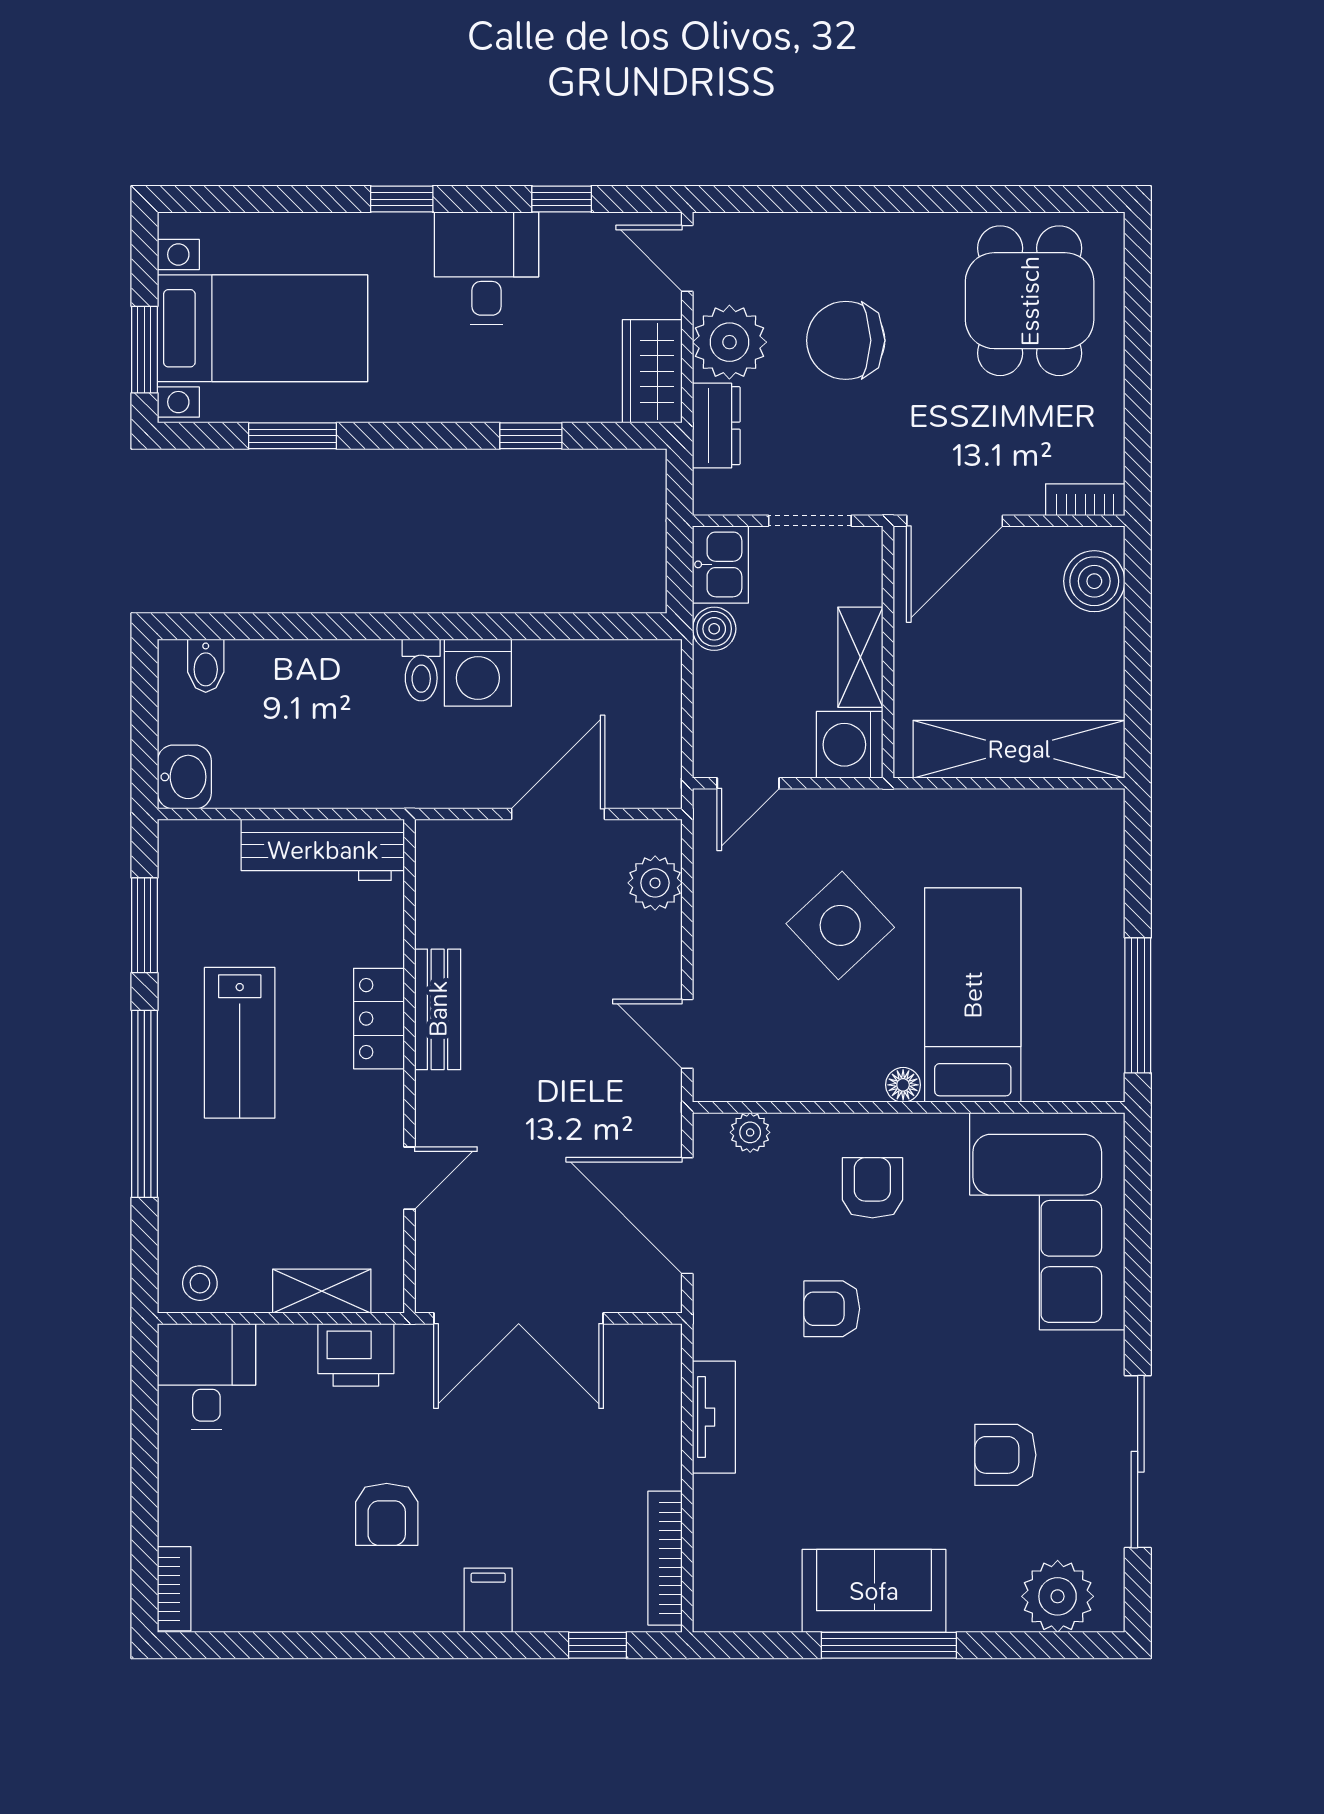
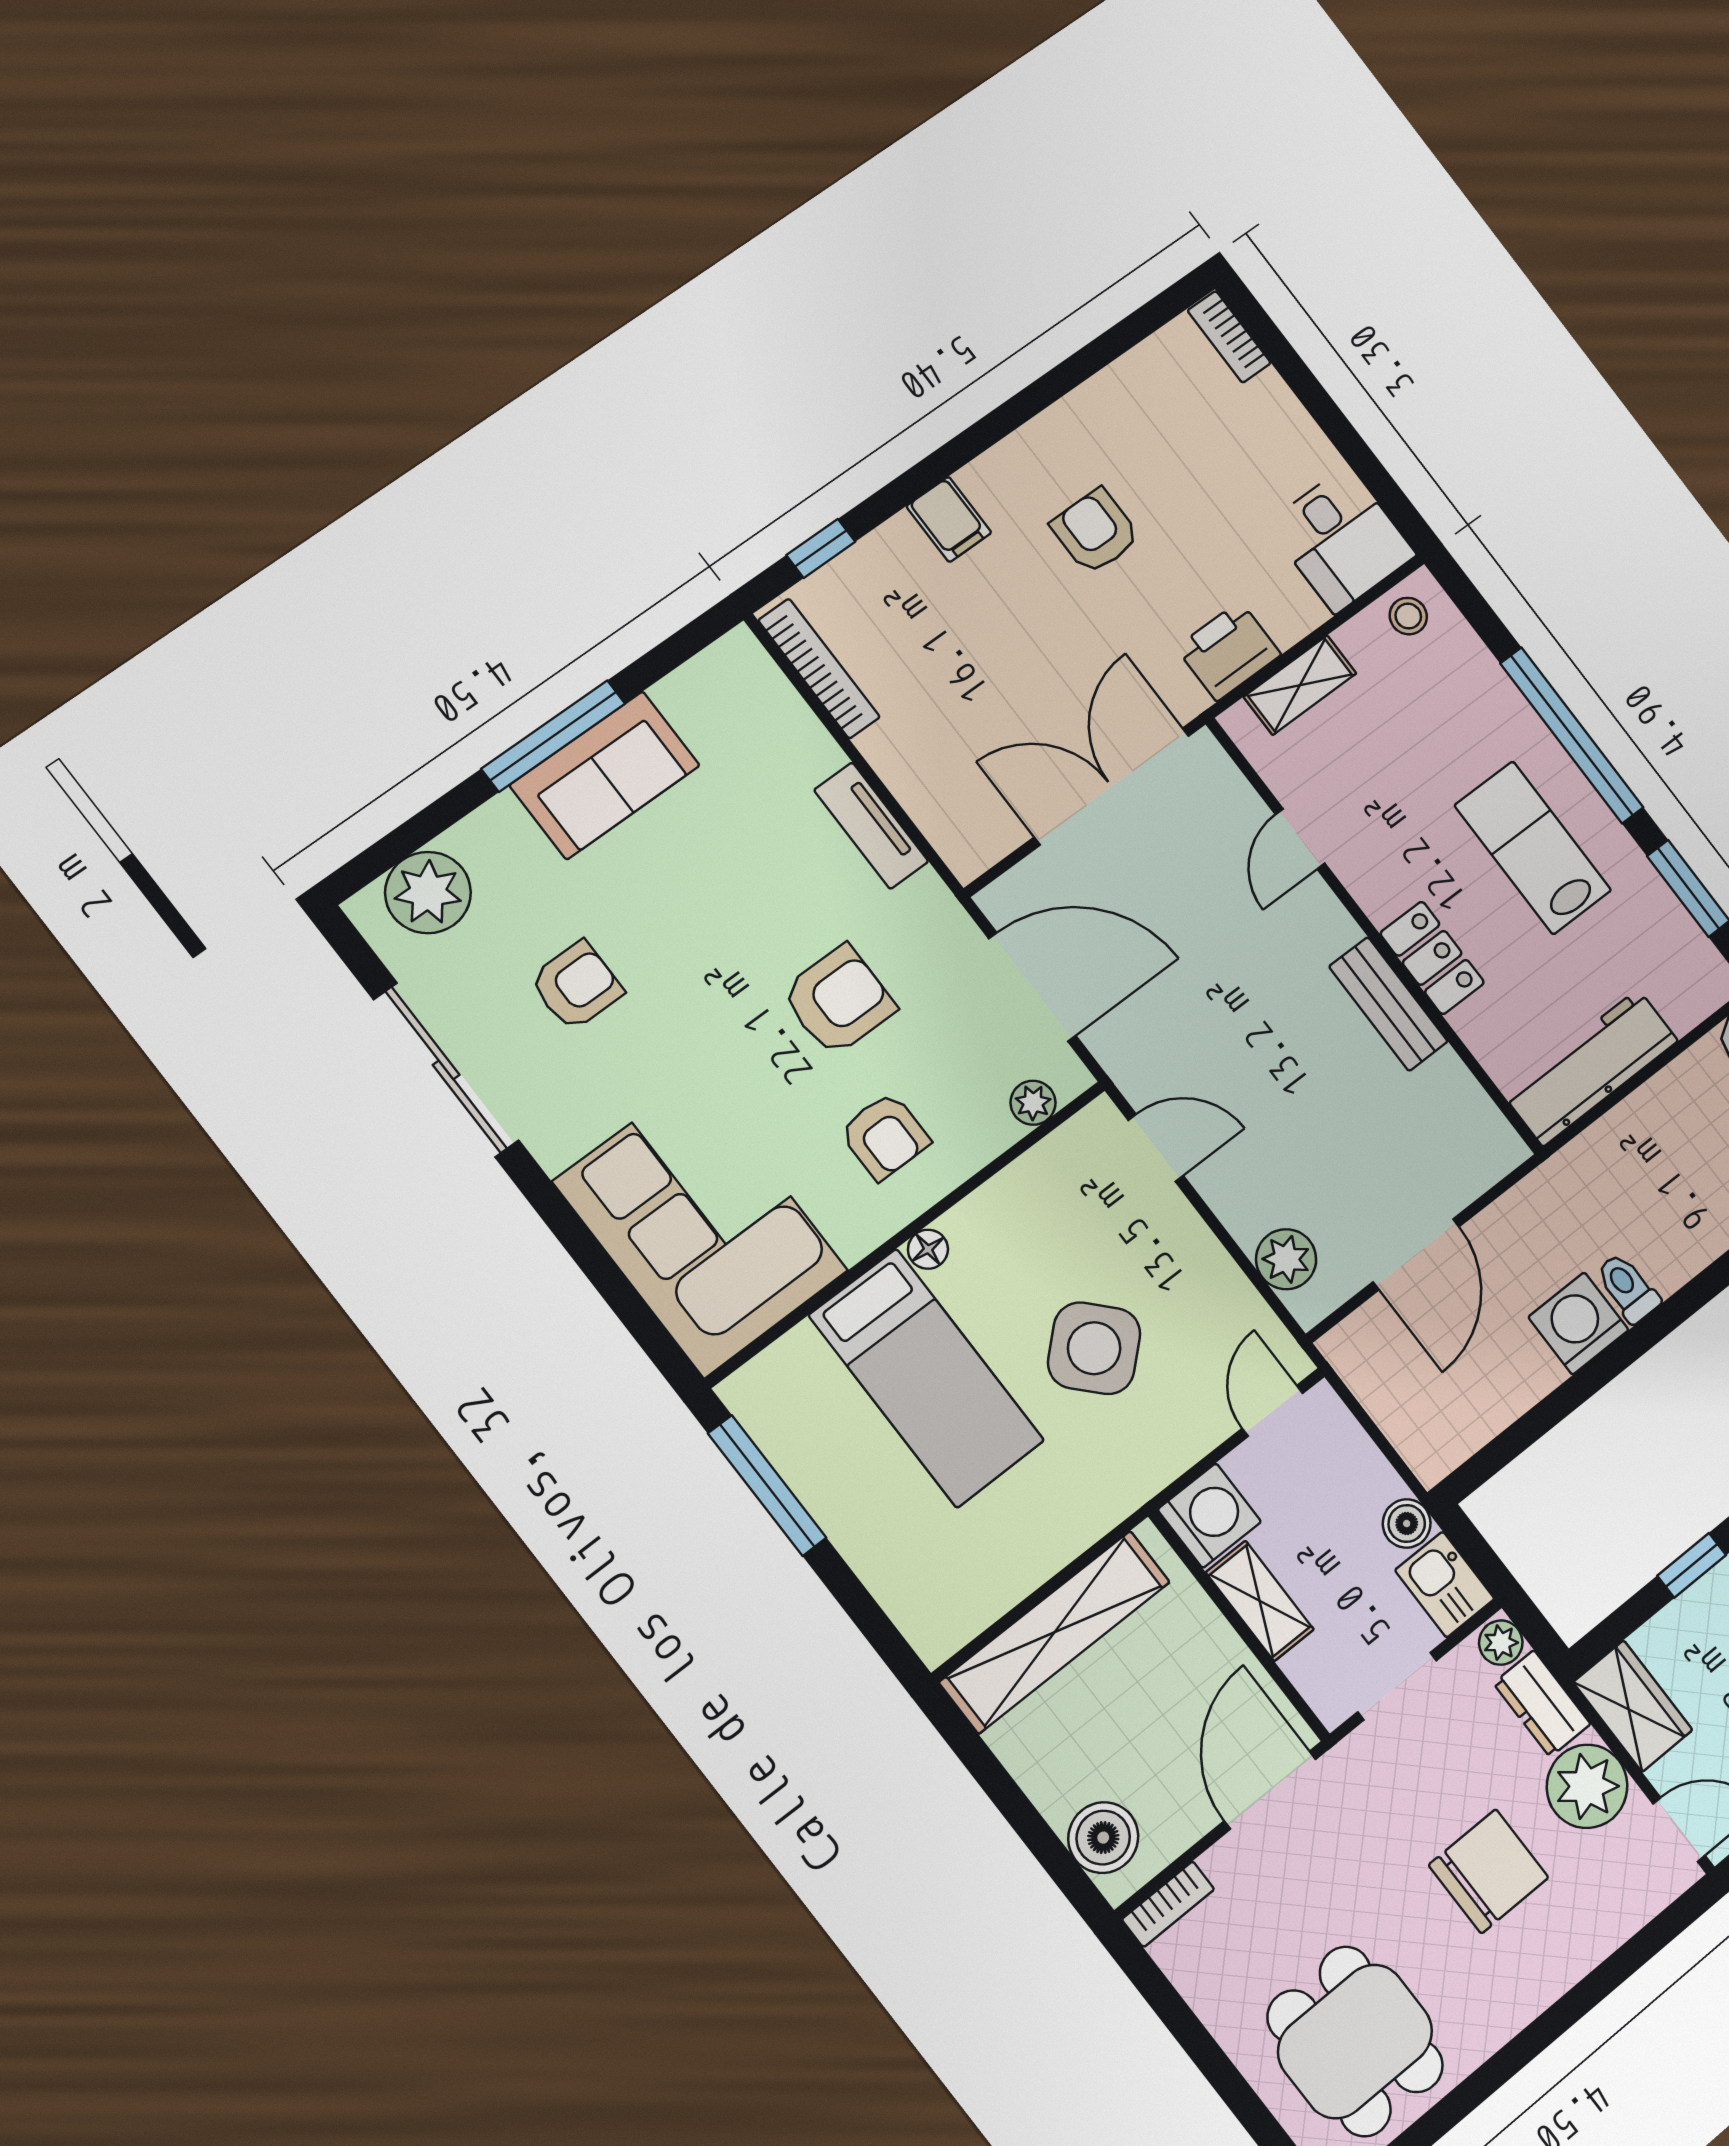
plant: (712, 492) -> (1501, 1643), added
armchair: (832, 1309) -> (839, 1000), width x1.38, depth x1.38

